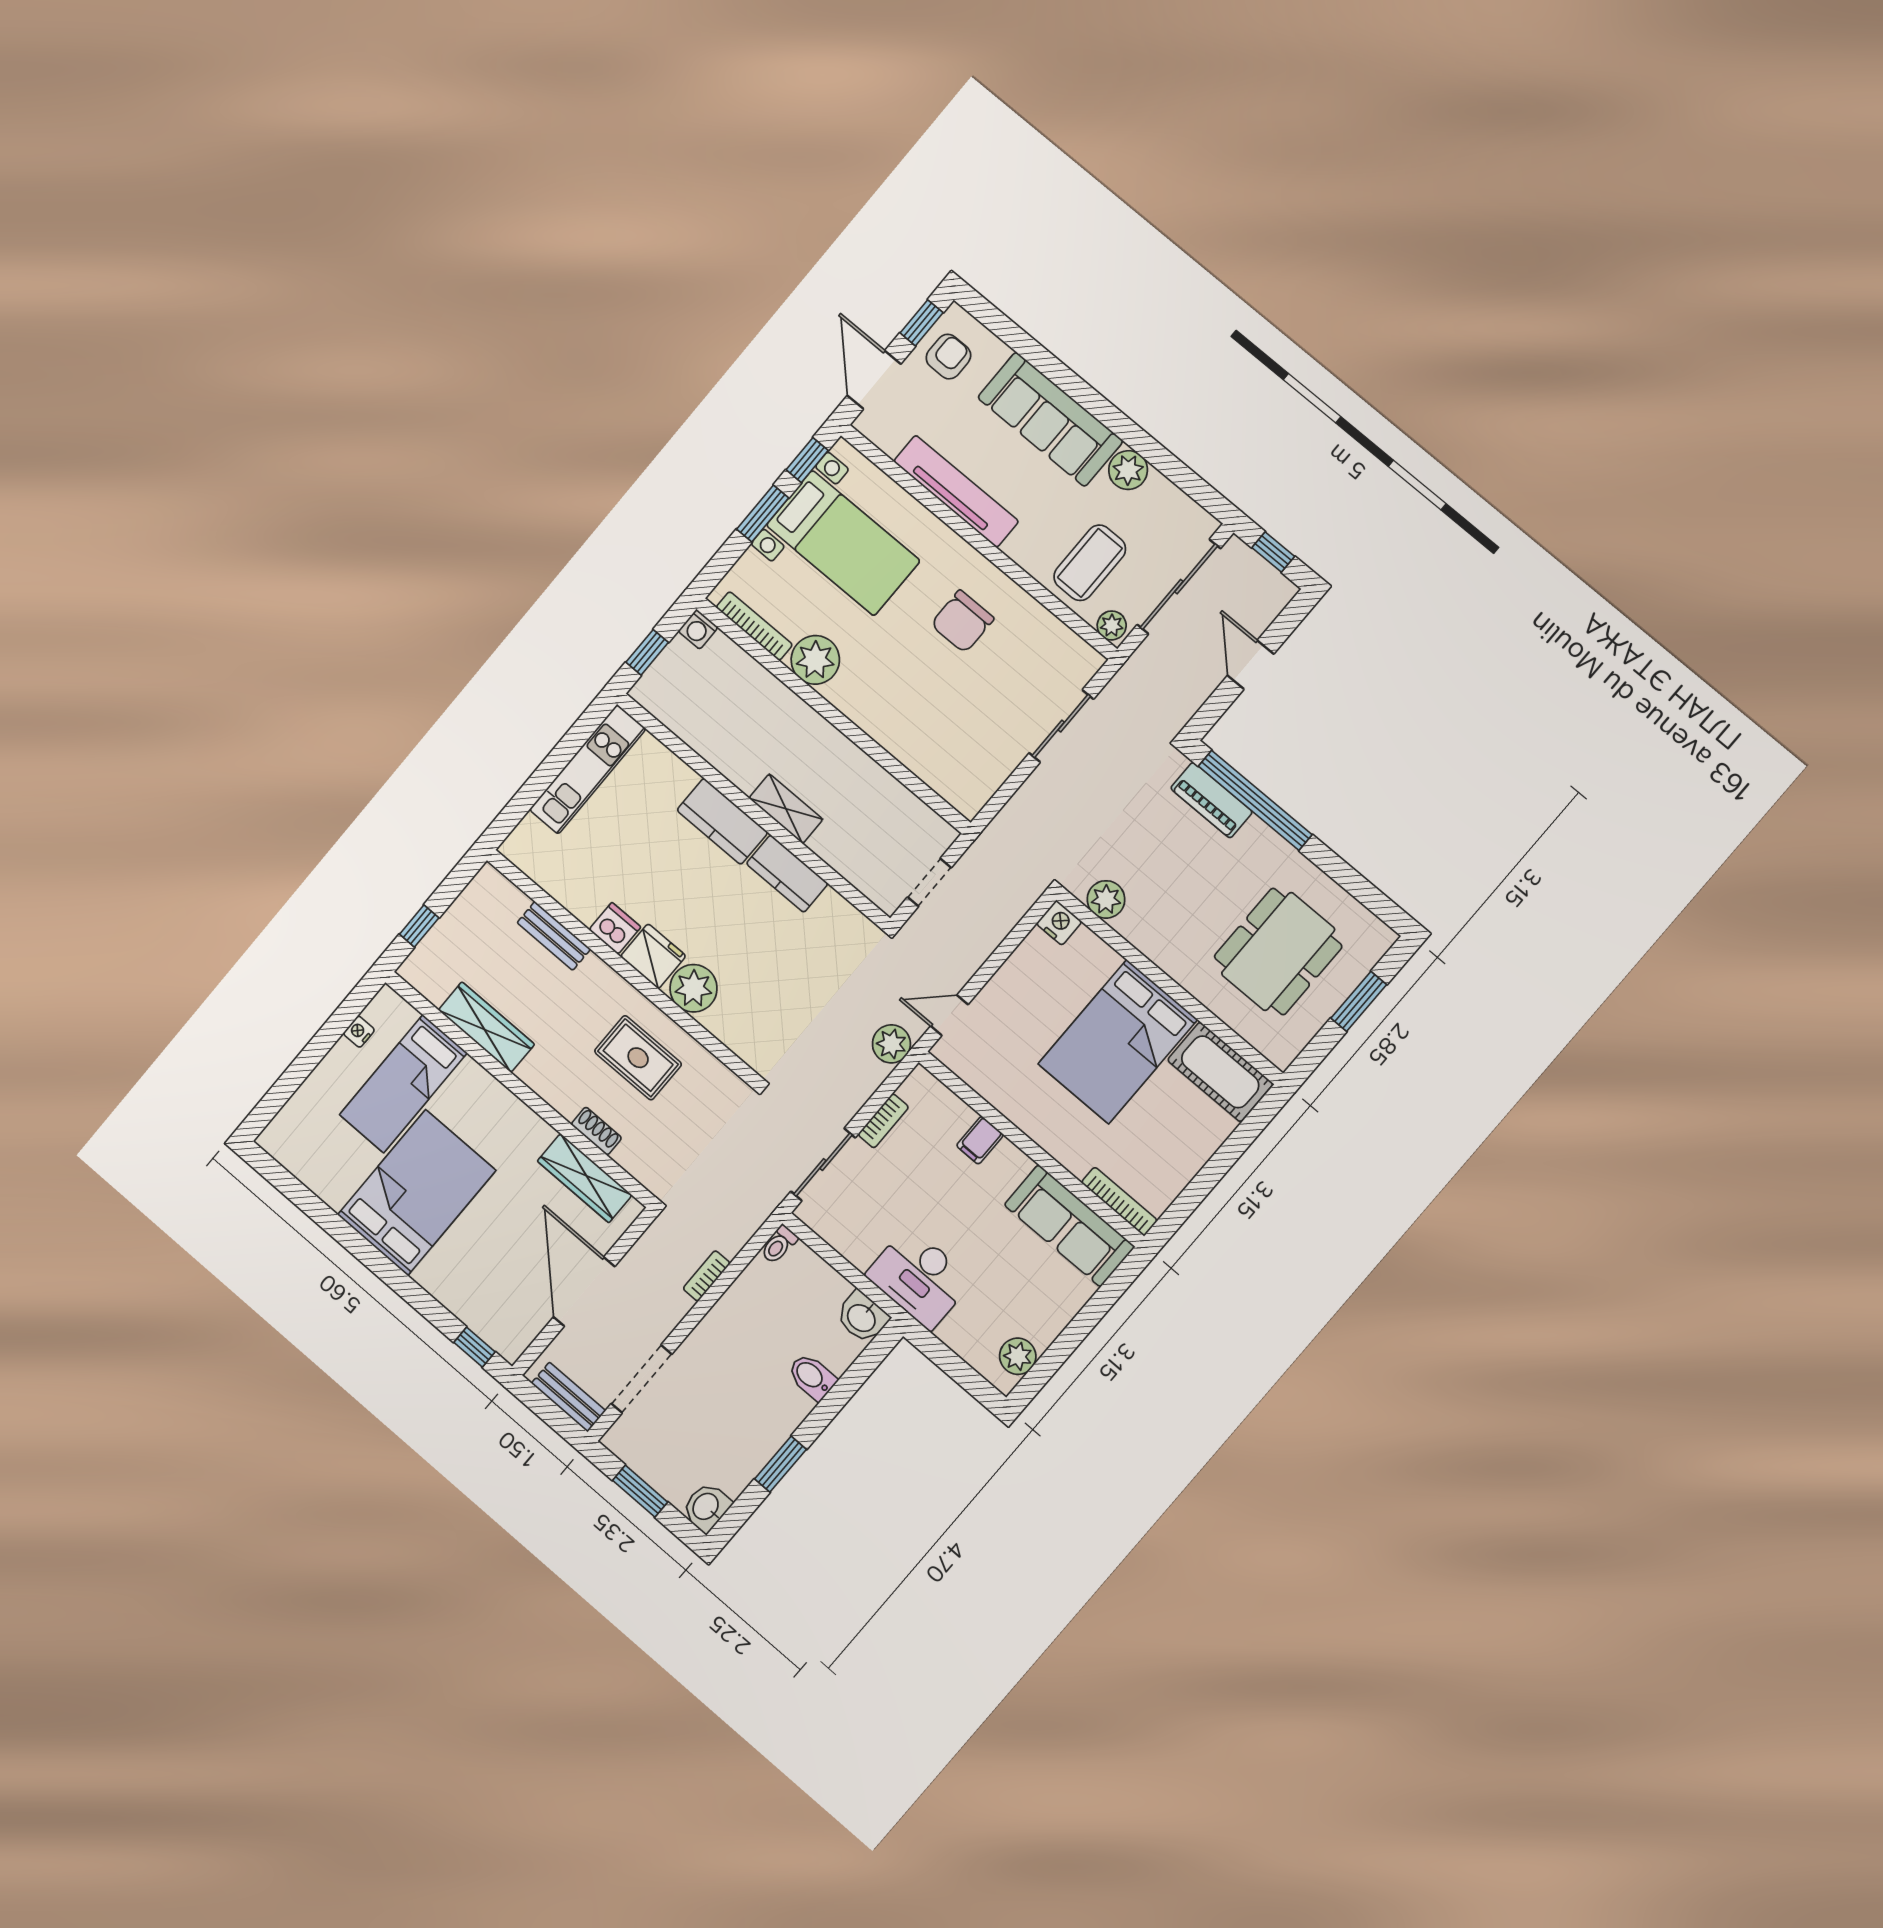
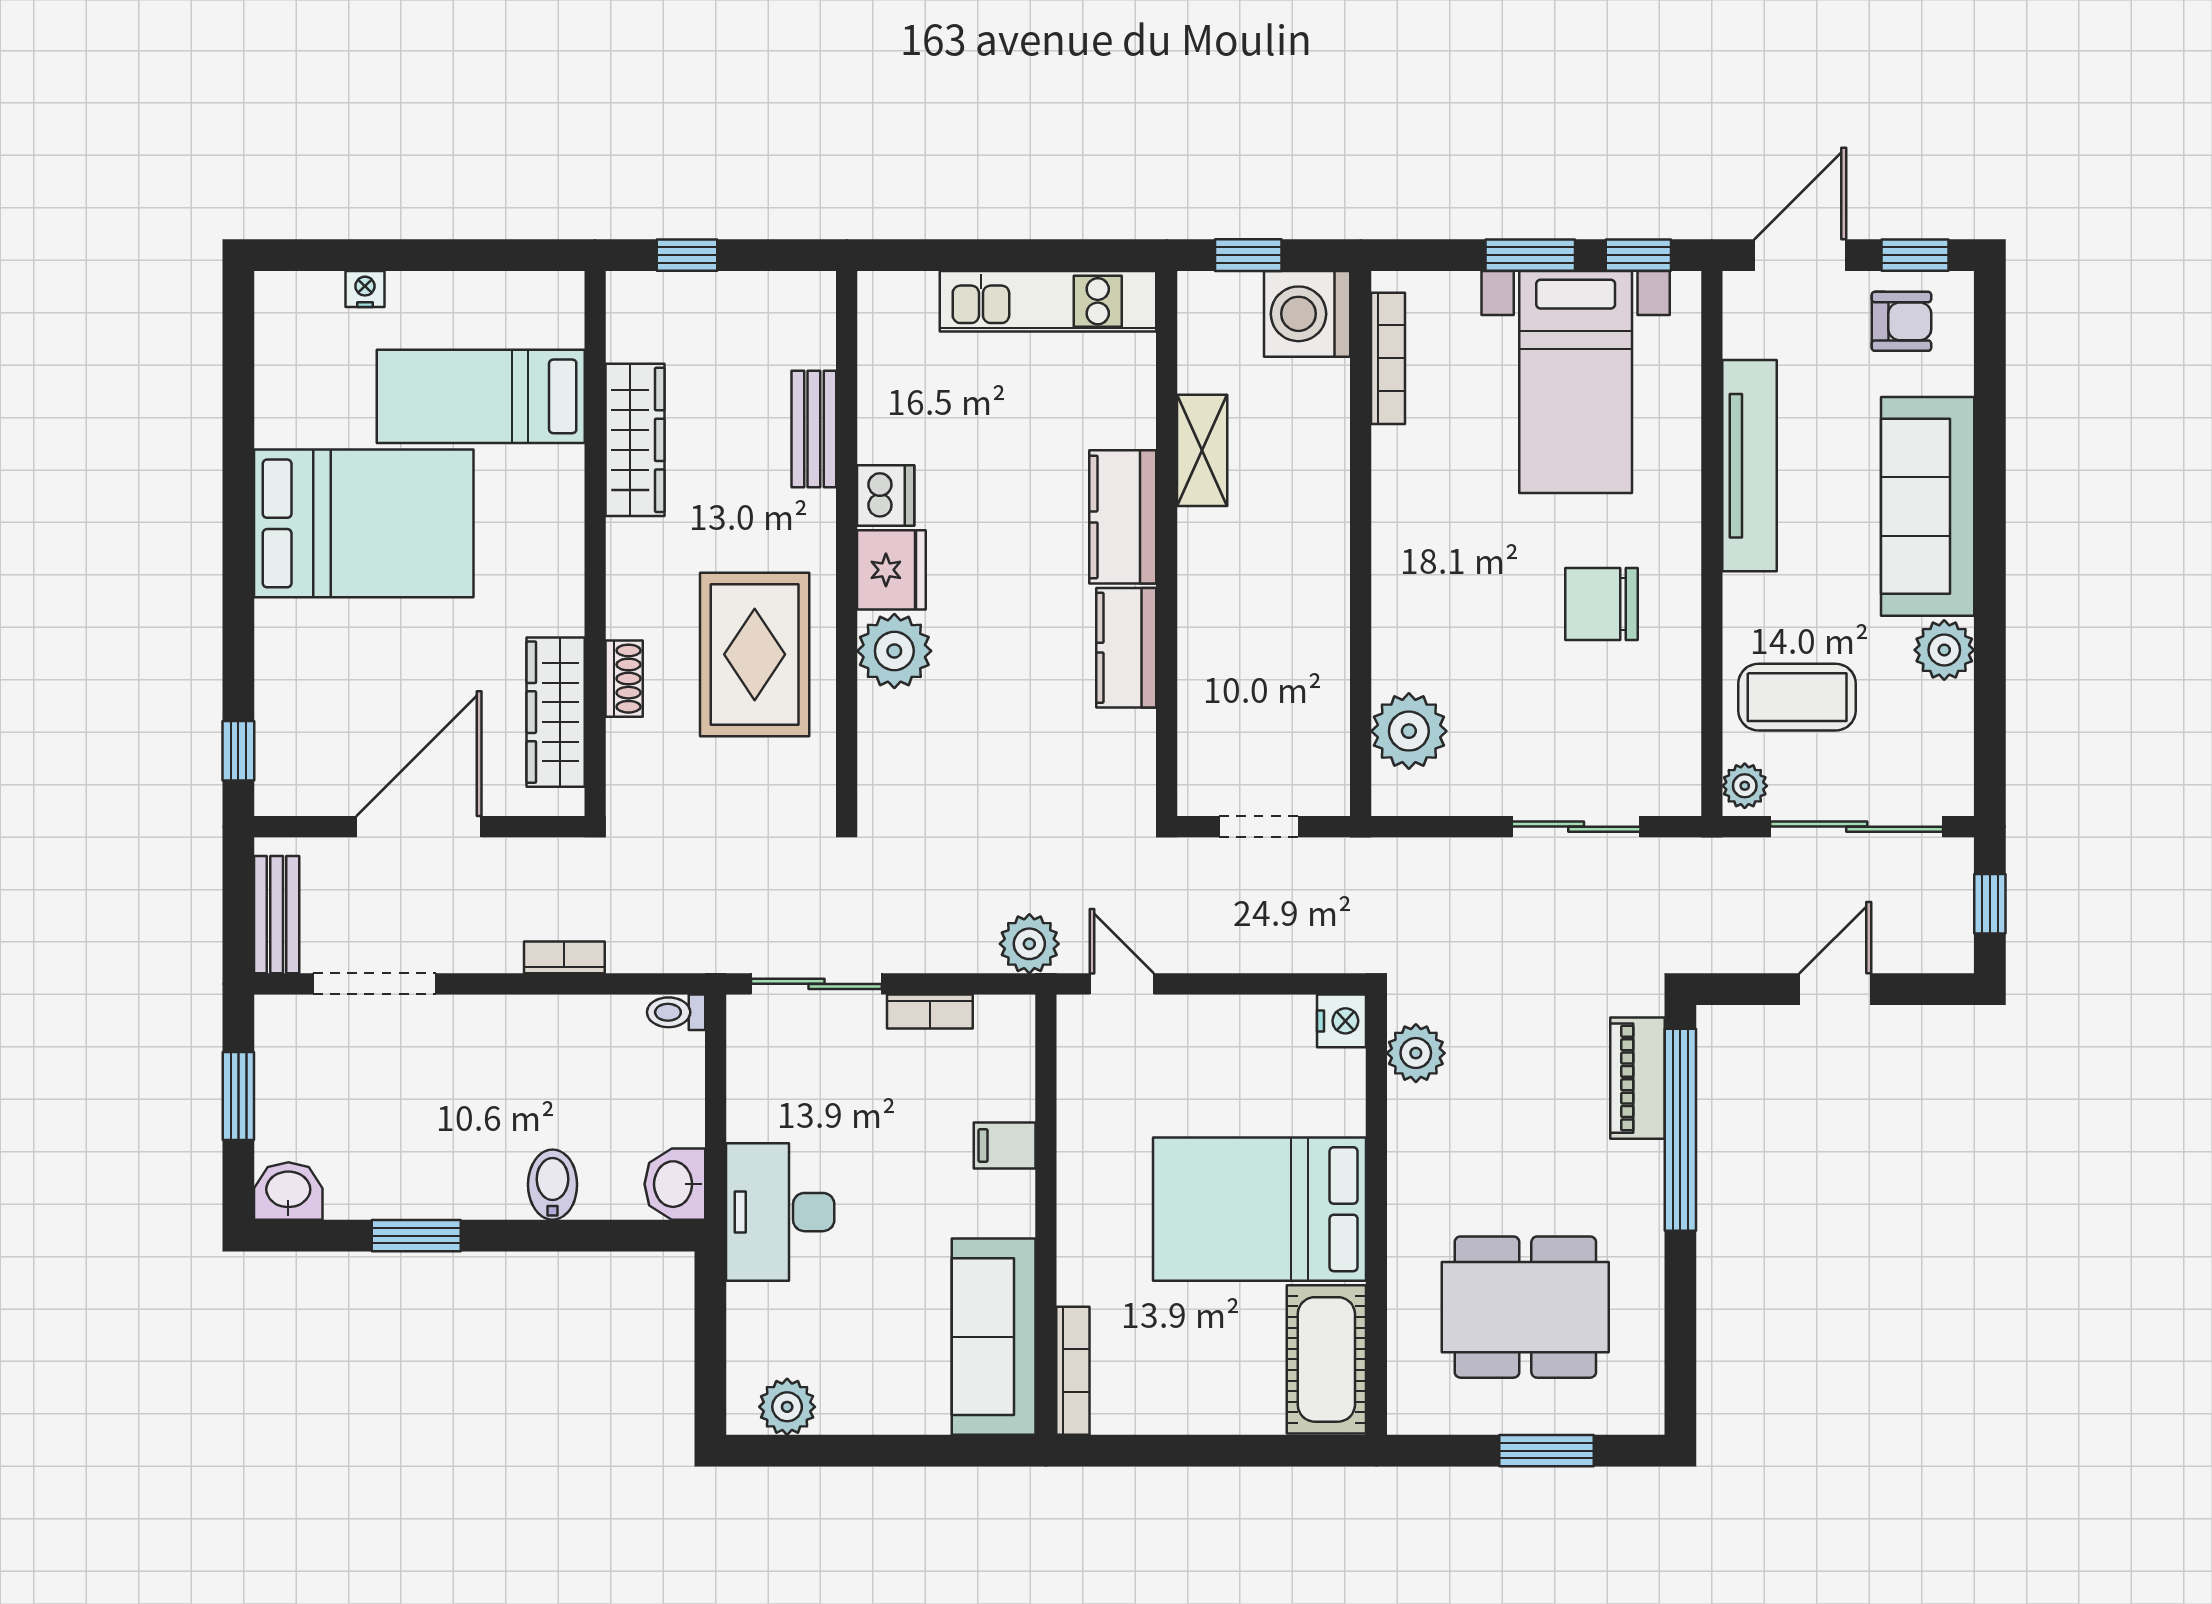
washing machine: (698, 629) -> (1307, 314), width x1.89, depth x1.89
plant: (815, 660) -> (1409, 731), moved
shelving: (786, 809) -> (1202, 450), moved
nightstand: (359, 1032) -> (365, 289), moved
rug: (638, 1058) -> (755, 654), width x1.36, depth x1.43

